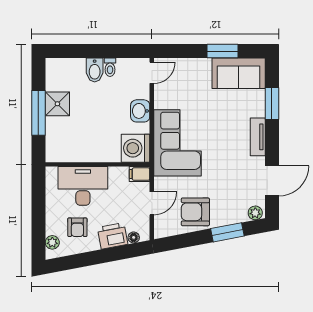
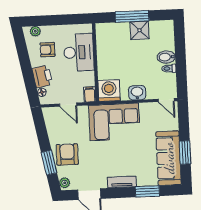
sofa: (239, 73) -> (169, 158), width x1.36
armchair: (195, 212) -> (67, 154), moved

